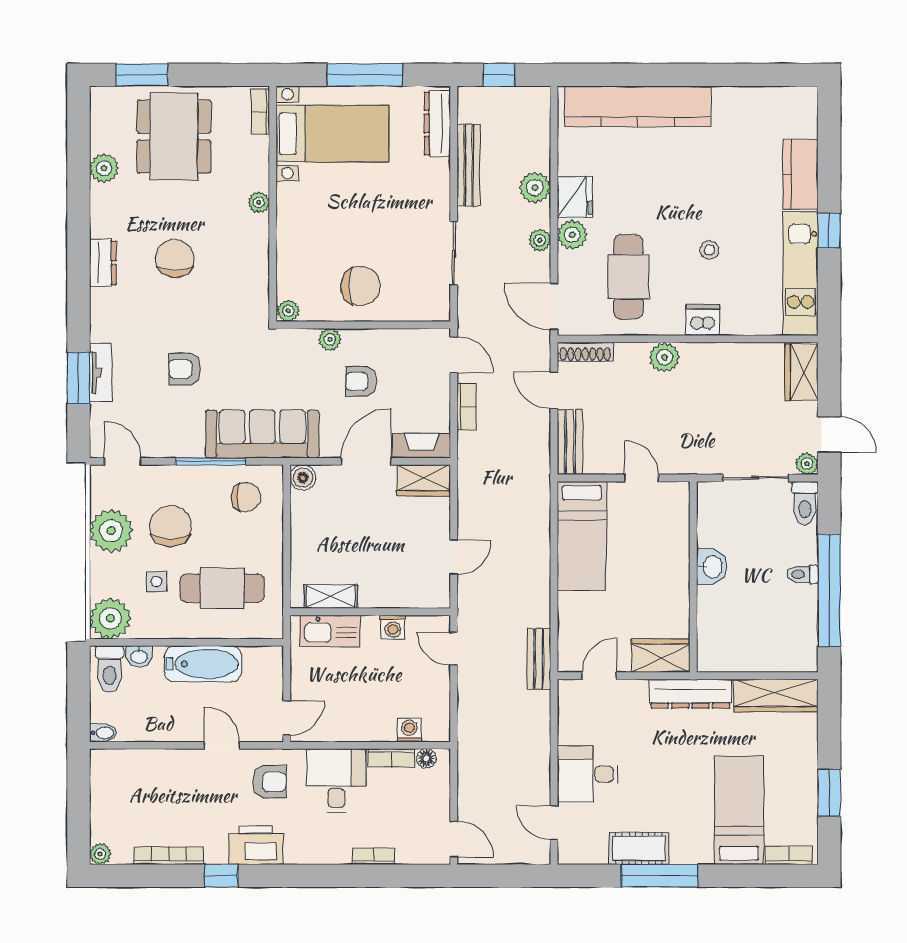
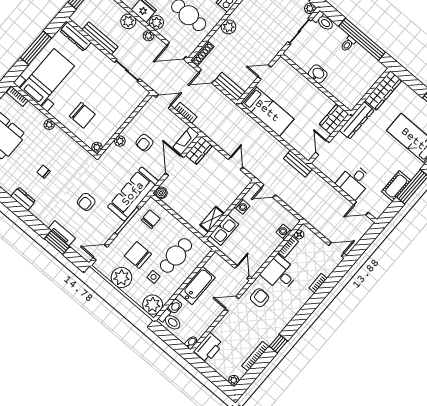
chair: (175, 258) -> (44, 172), width x0.54, depth x0.54
chair: (361, 286) -> (82, 115), moved, turned 90
printer: (256, 845) -> (208, 348), moved, turned 180

